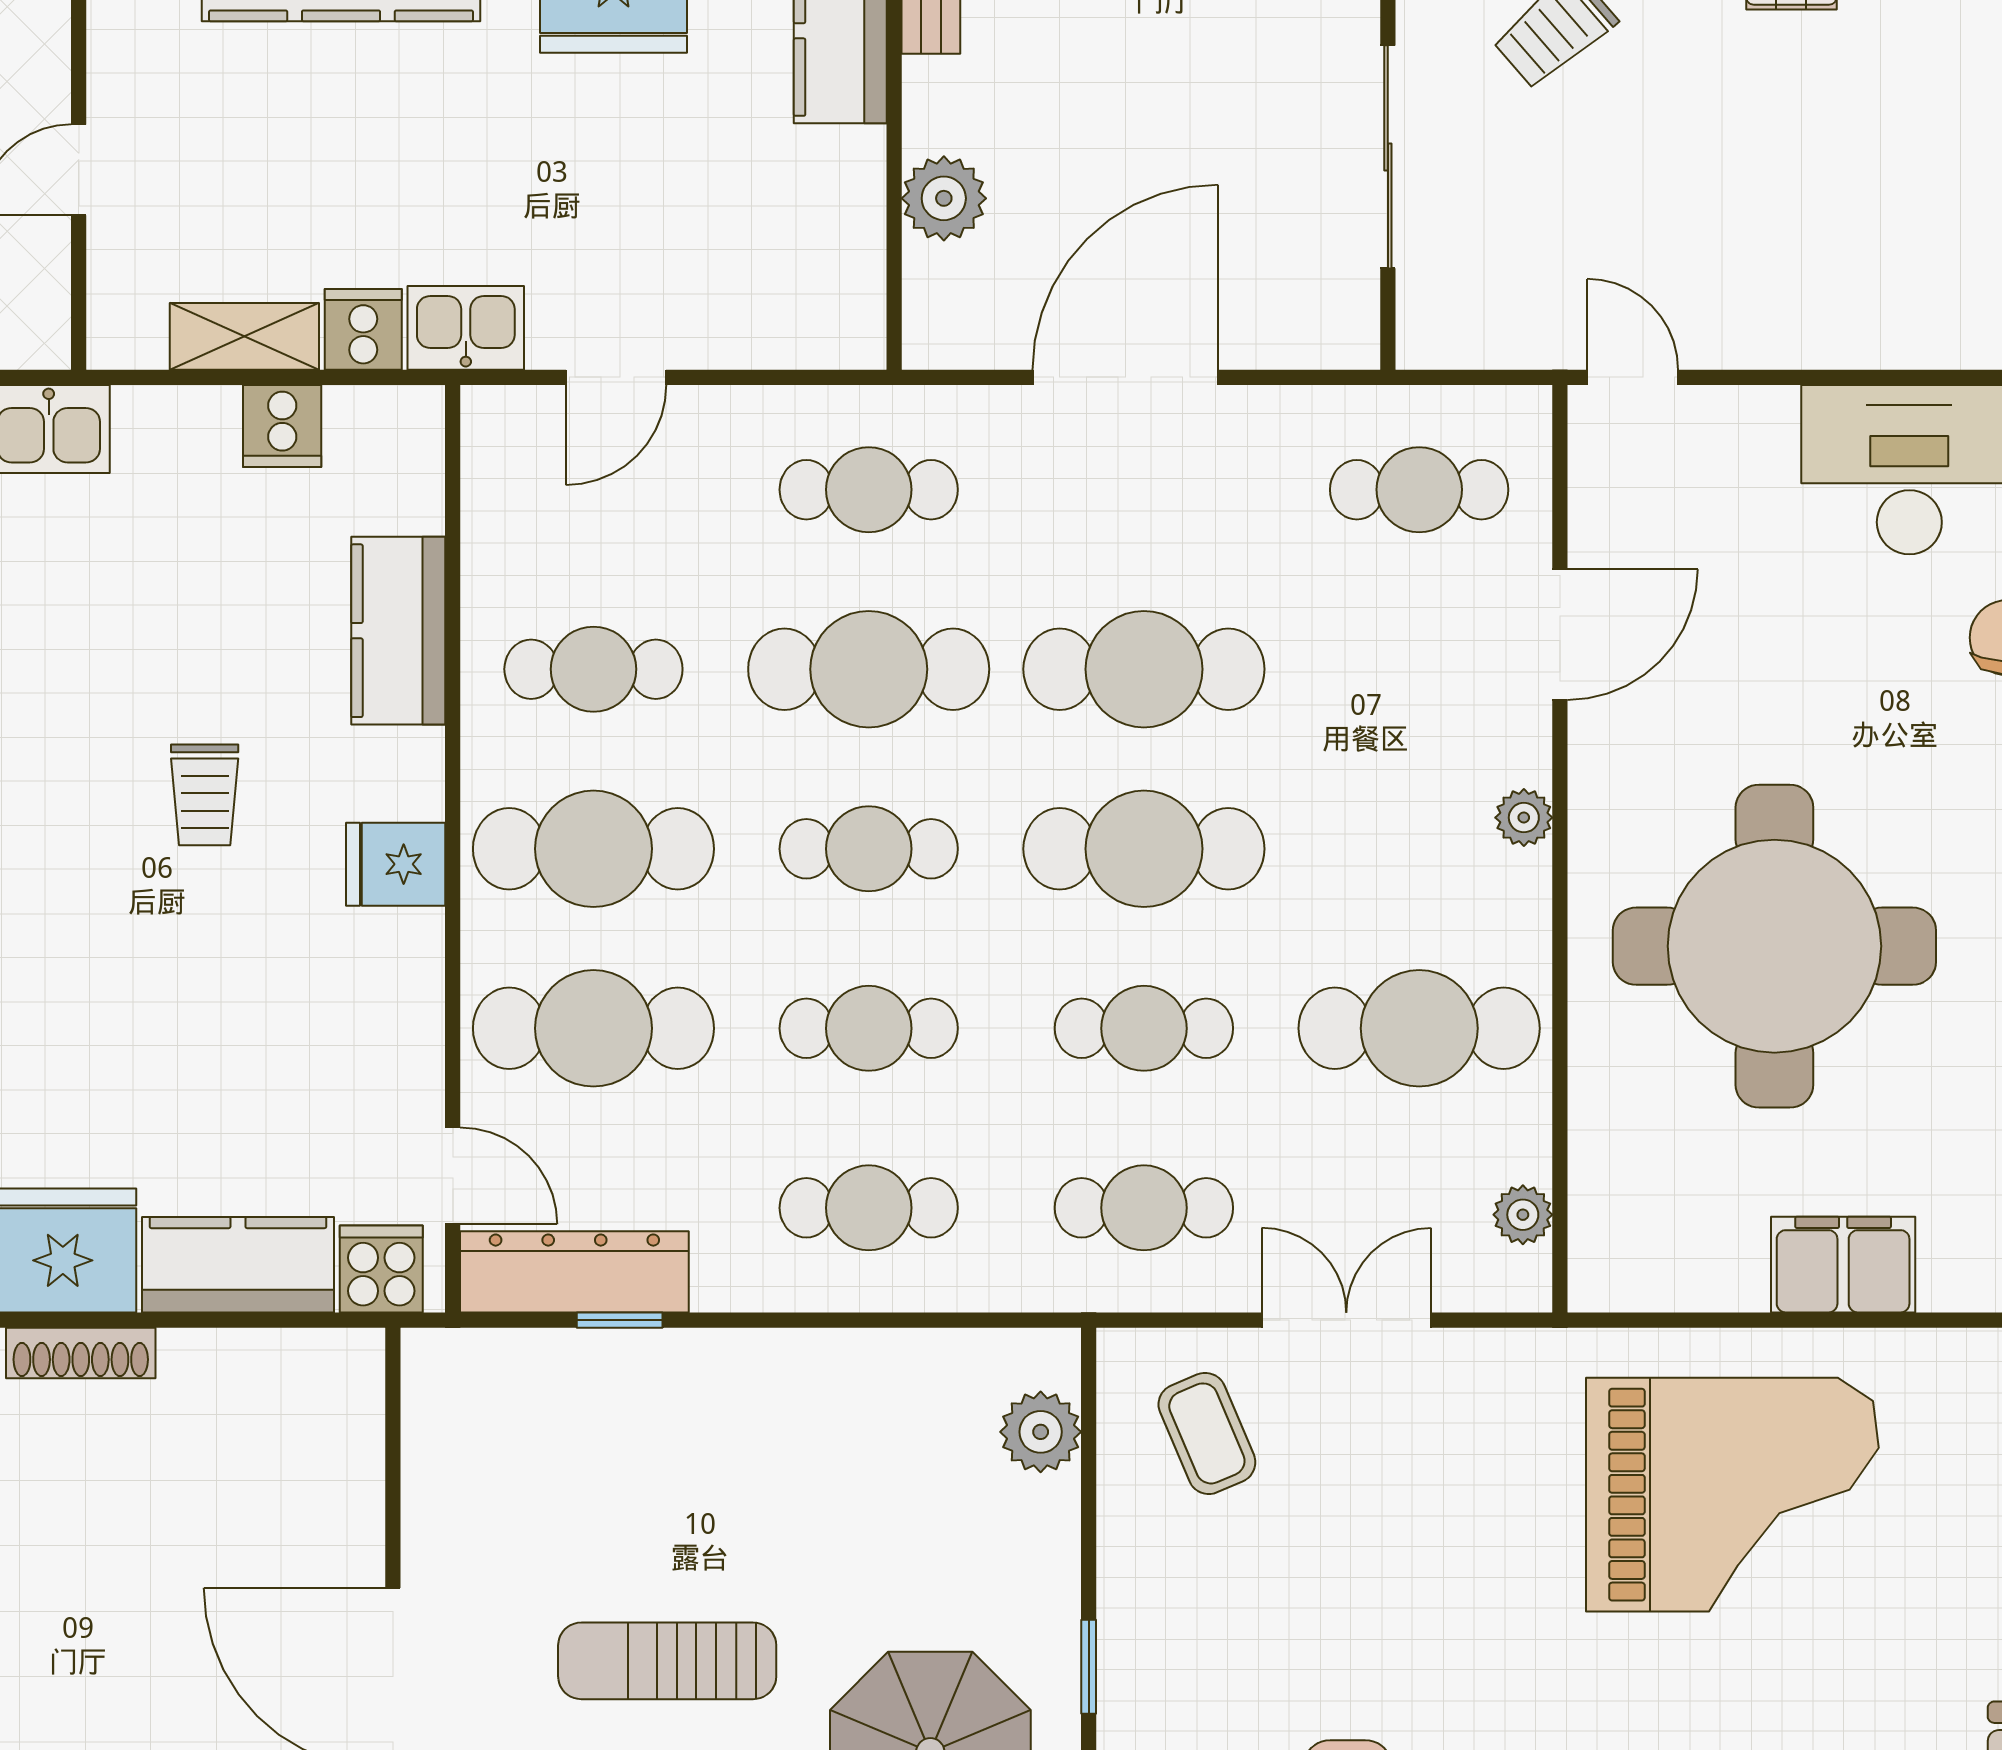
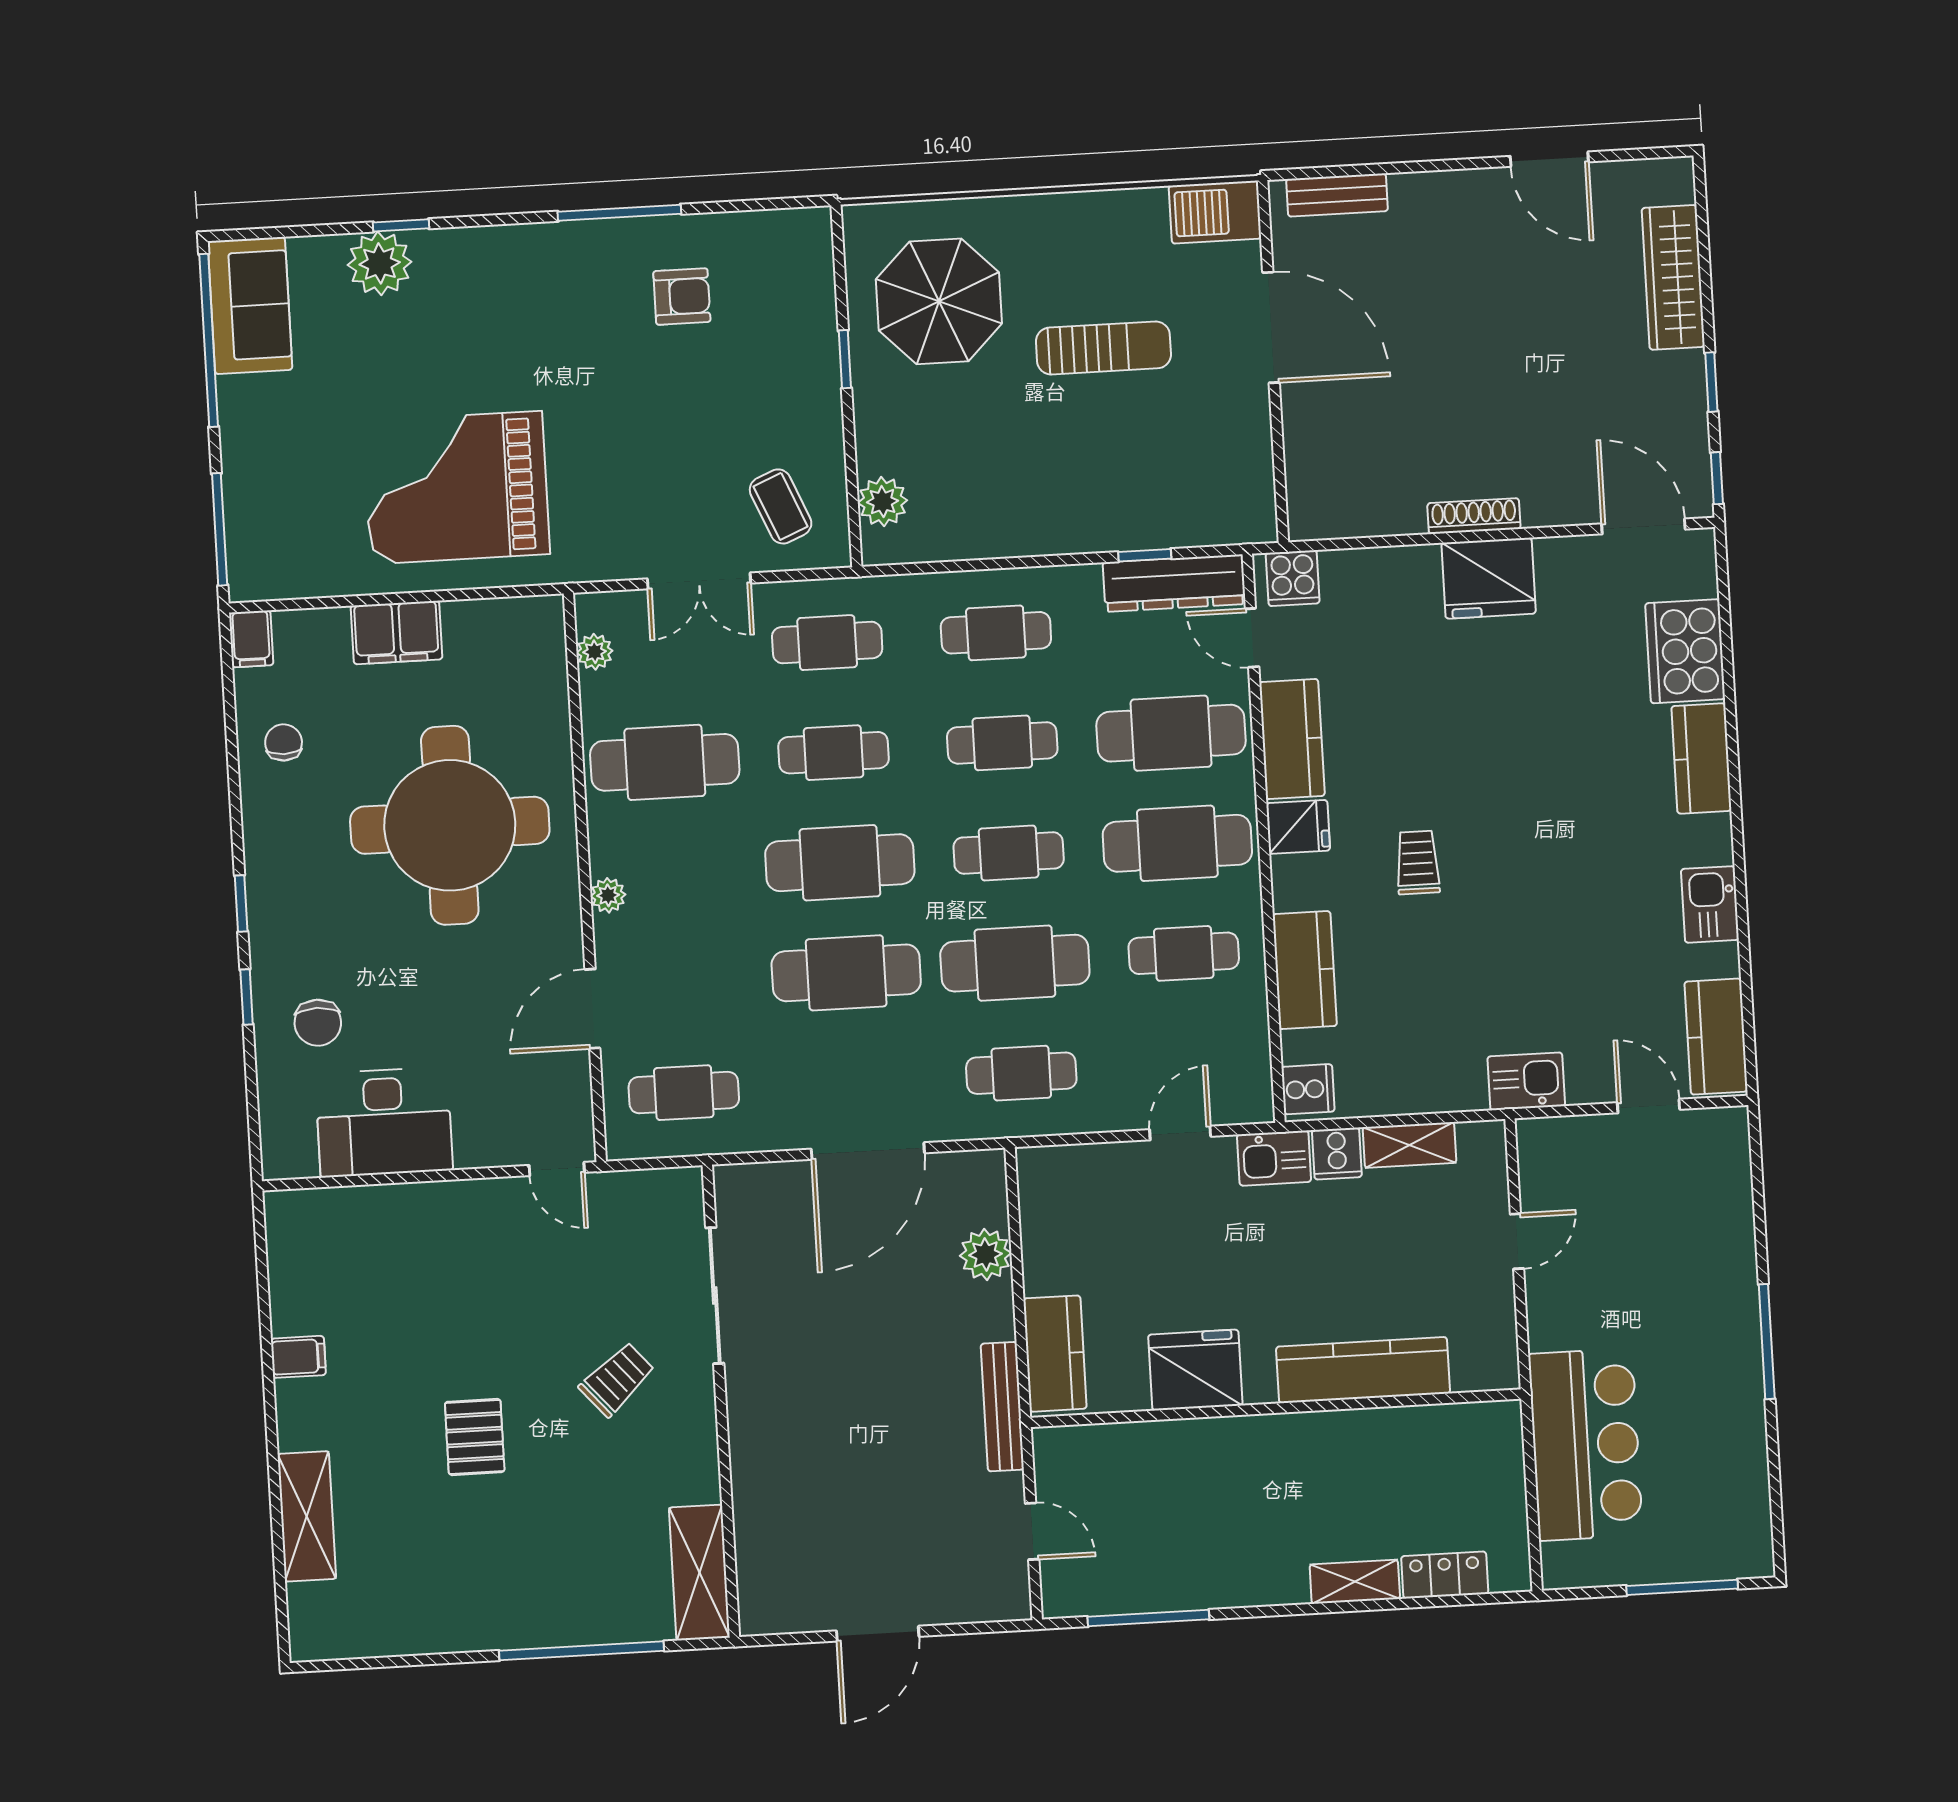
cooker: (282, 426) -> (1308, 1089), moved, turned 90
kitchen counter: (238, 1265) -> (1292, 739), moved, turned -90

